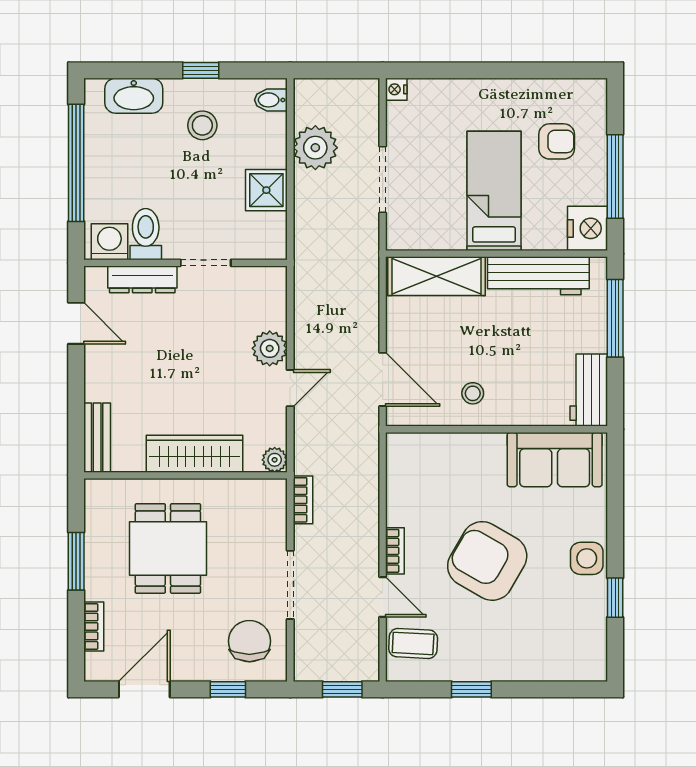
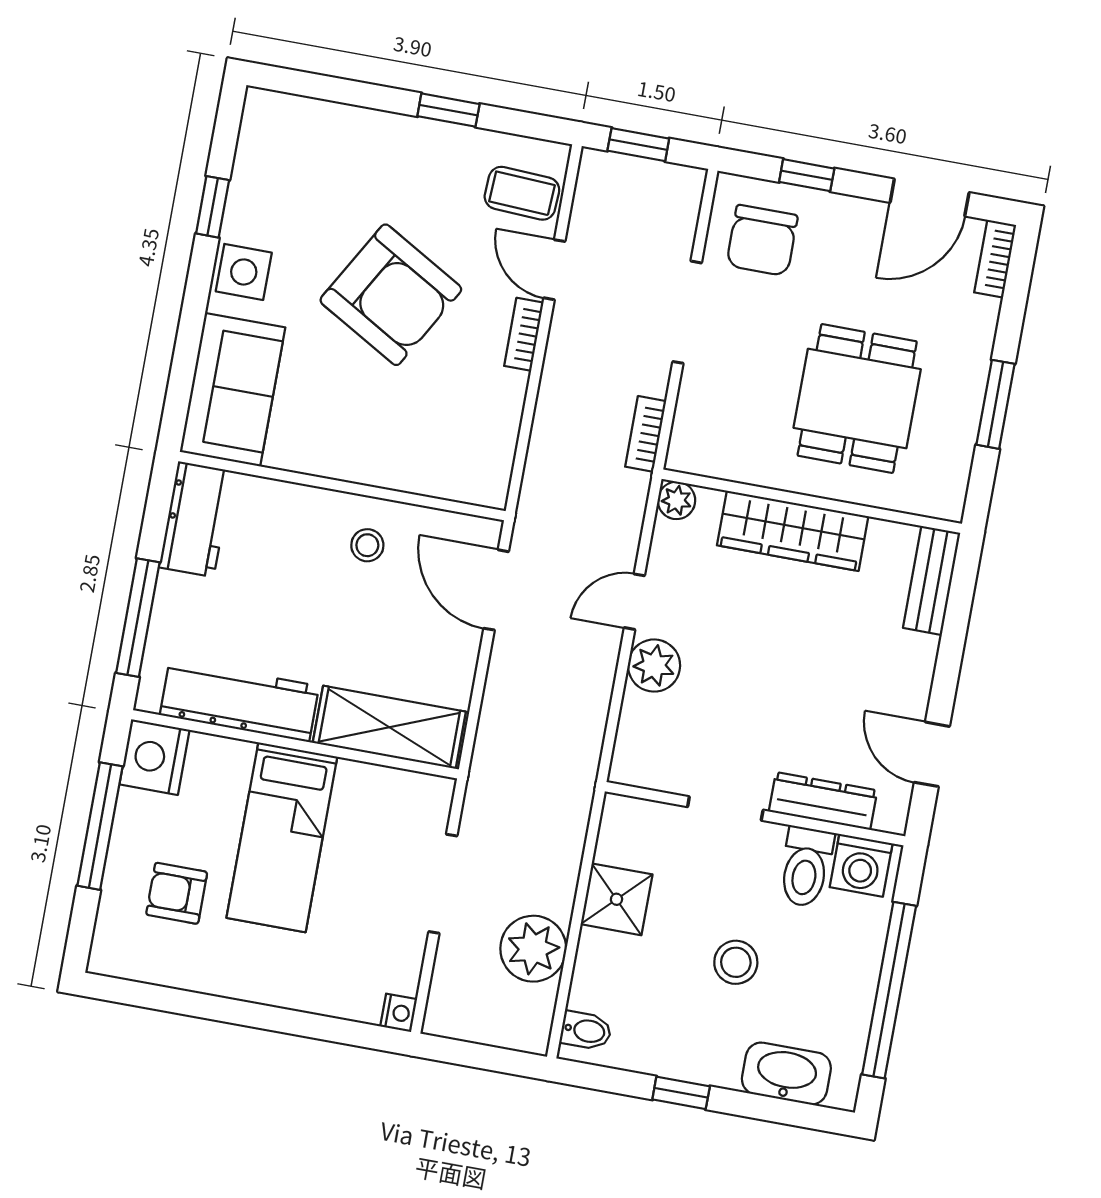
stool: (202, 125) -> (736, 962), moved
sofa: (555, 460) -> (233, 390), moved, turned 90
bookcase: (94, 626) -> (995, 259), moved

